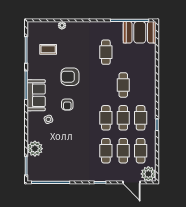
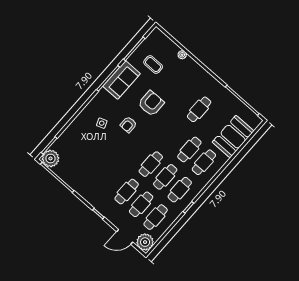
booth: (140, 32) -> (233, 137), moved, turned 90
armchair: (70, 77) -> (151, 103), turned 90
cafe table: (141, 85) -> (204, 162), added
sofa: (36, 95) -> (122, 80), moved
plant: (35, 149) -> (50, 158), moved
door: (131, 182) -> (125, 237), hinge flipped

